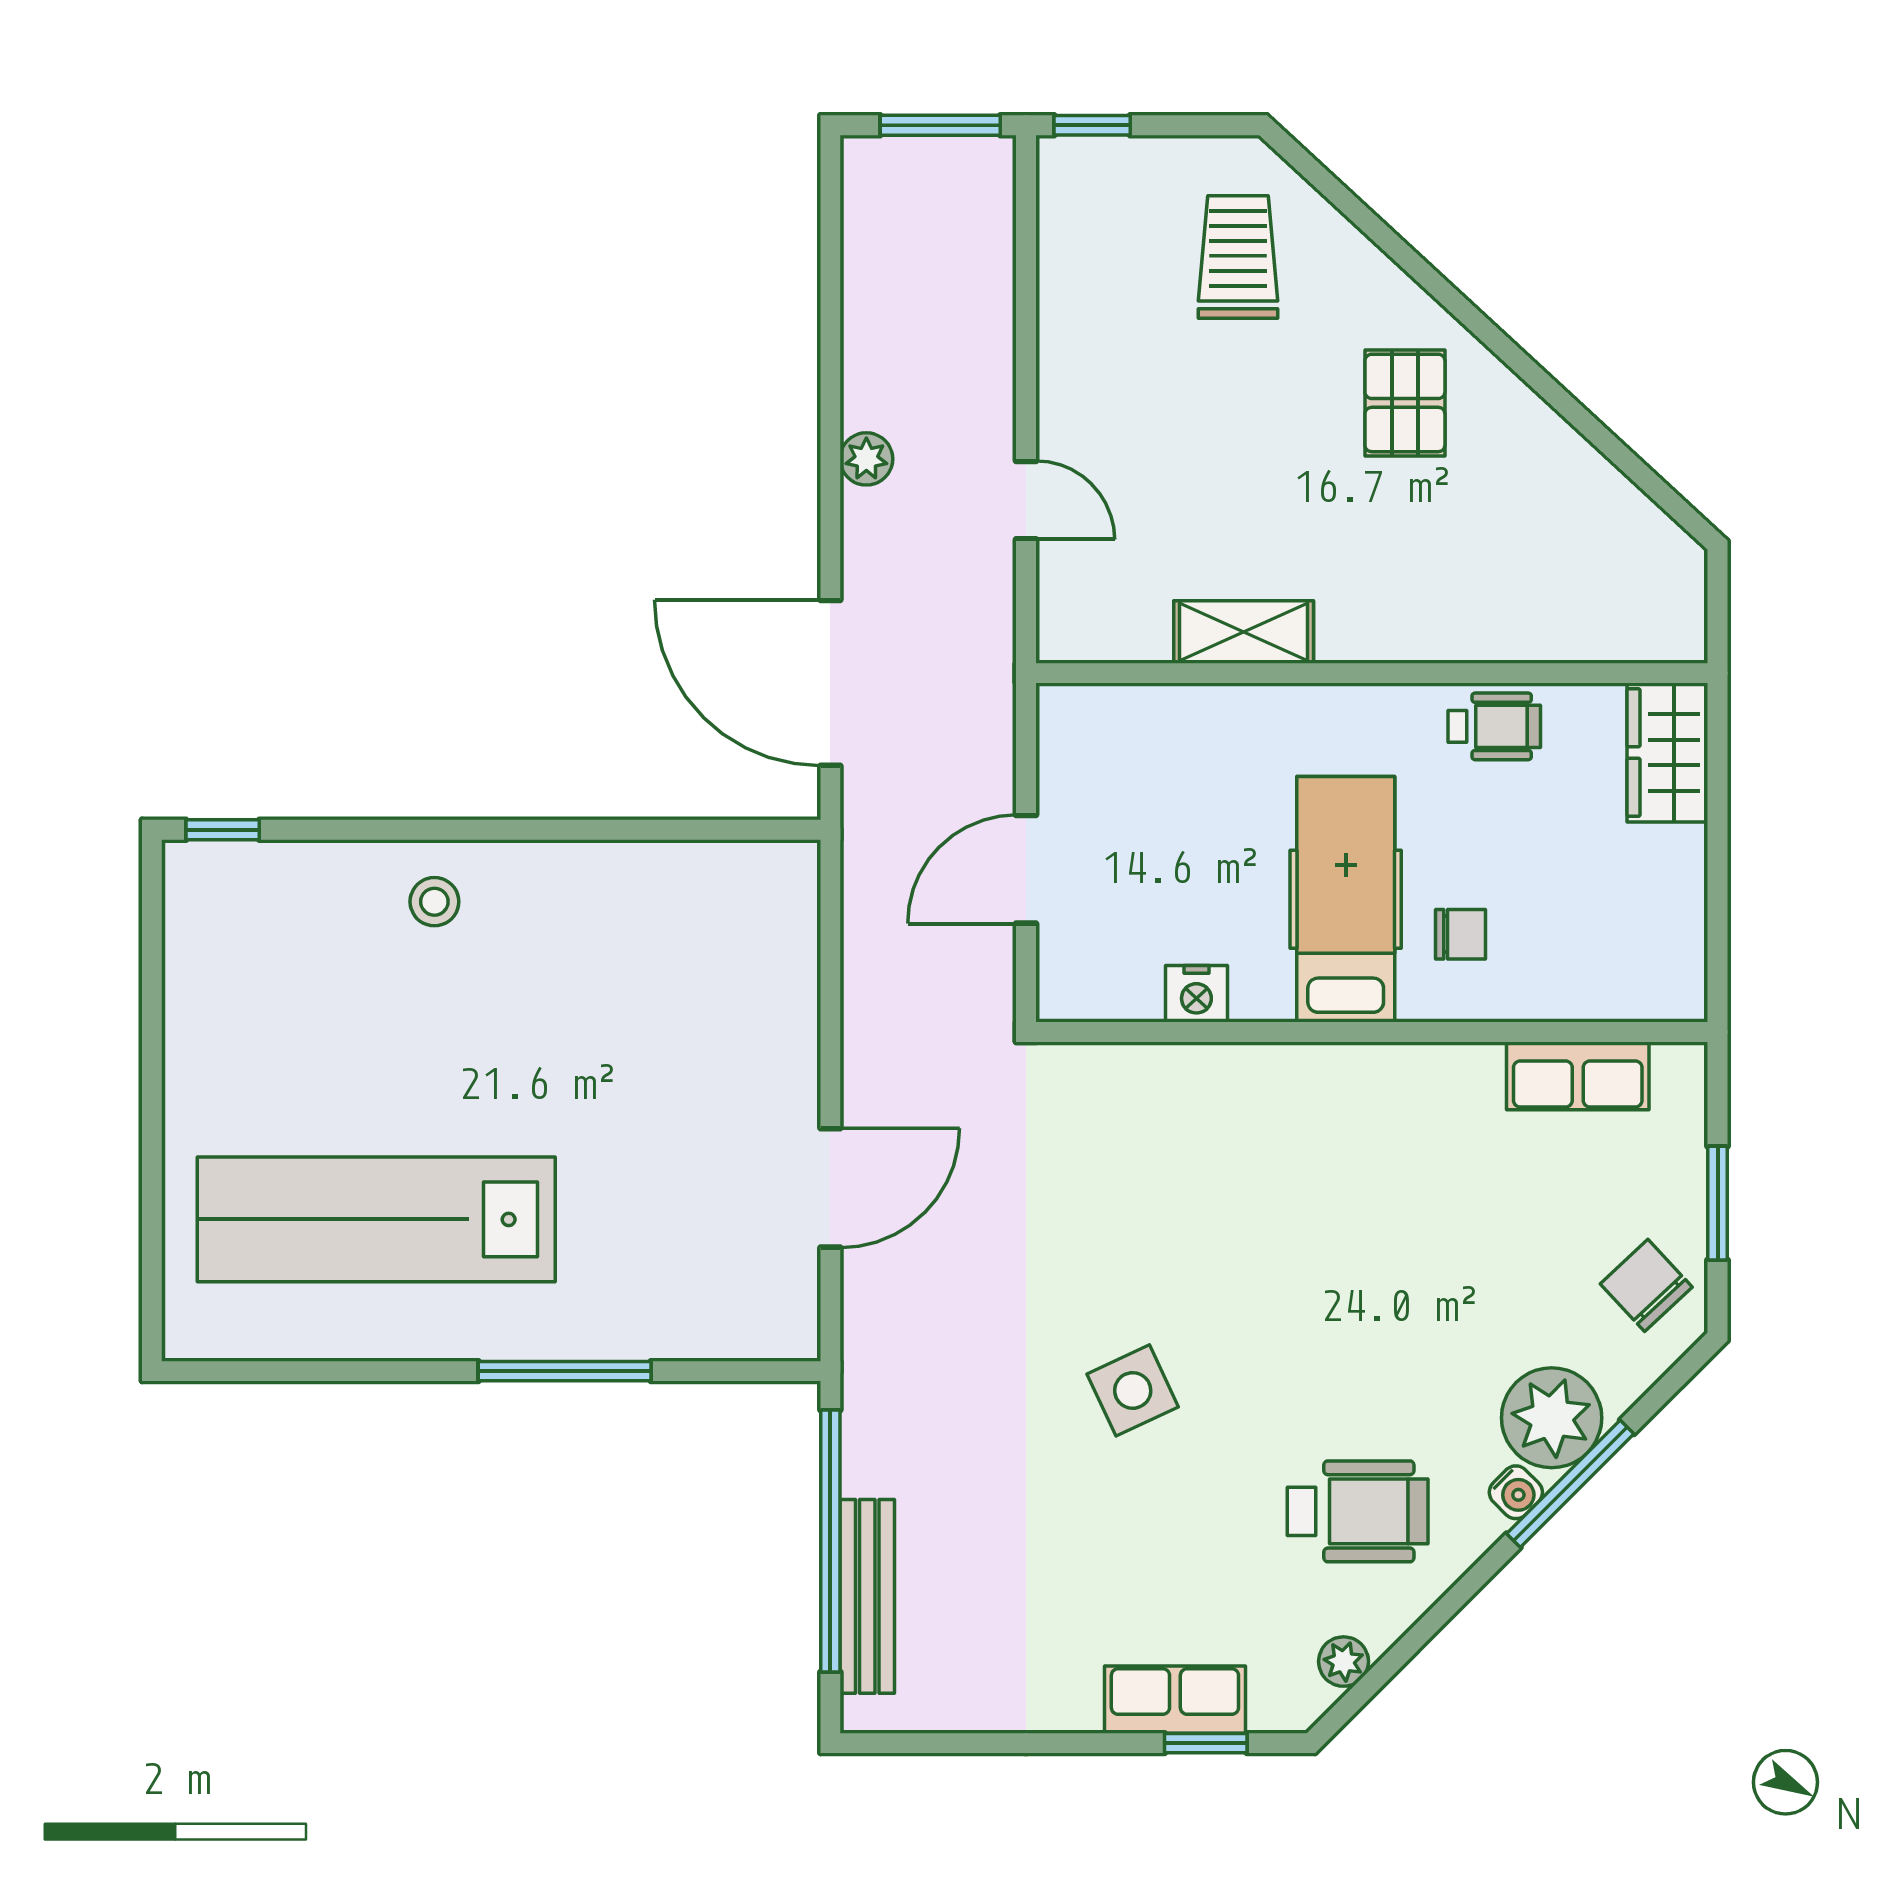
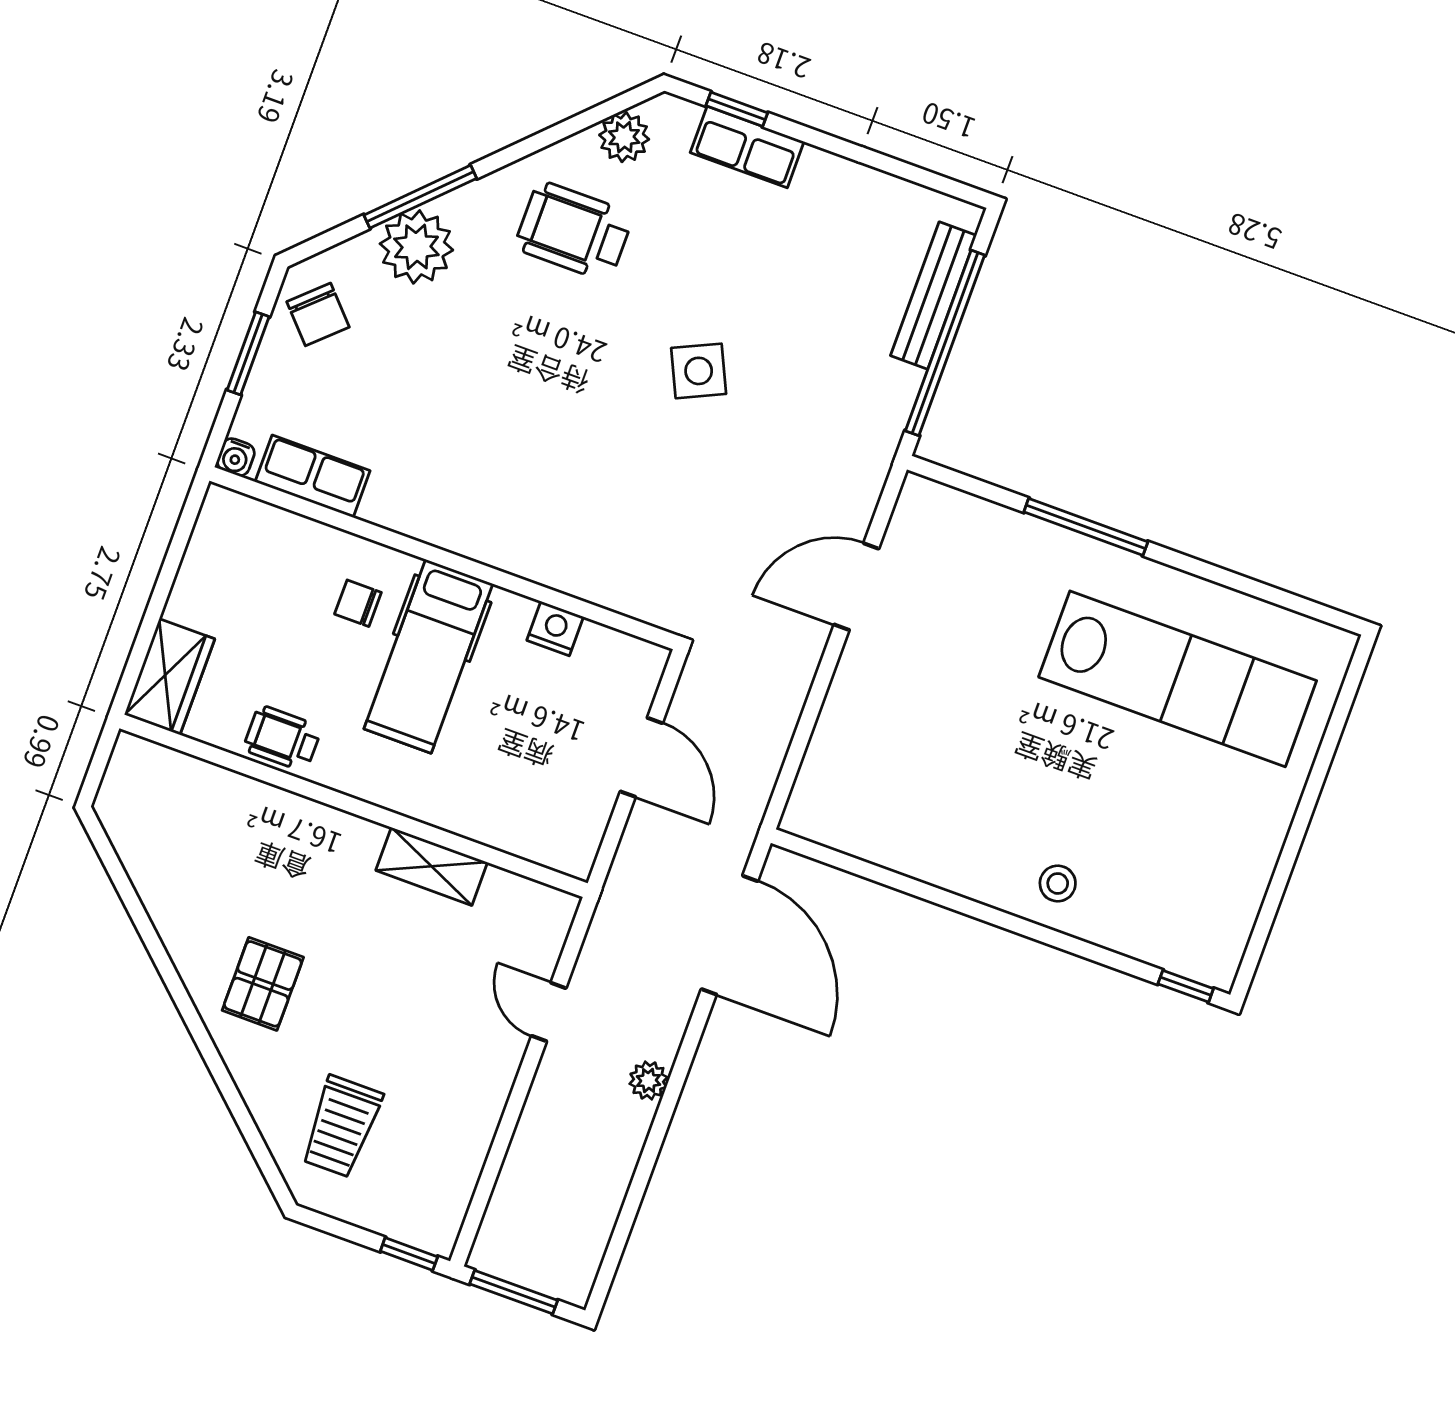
door: (1026, 869) -> (641, 757), hinge flipped
water cooler: (1516, 1492) -> (236, 457), moved, turned -135
plant: (1344, 1662) -> (624, 137), width x1.38, depth x1.38

